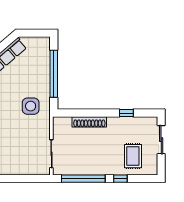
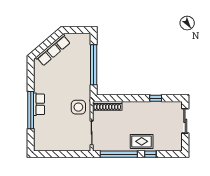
side table: (31, 106) -> (78, 107), moved
shoe rack: (89, 122) -> (107, 106), moved
rug: (133, 156) -> (142, 141), moved, turned 90

